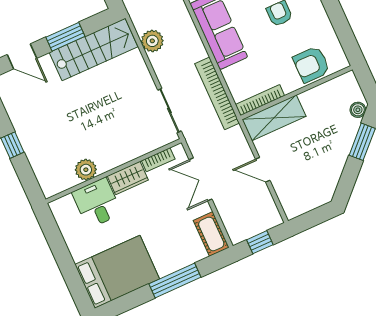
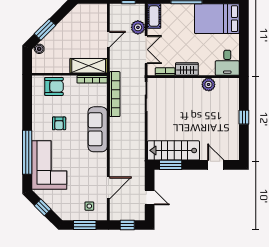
window: (65, 37) -> (171, 165), moved
plant: (152, 41) -> (138, 27), moved
door: (263, 170) -> (108, 39), hinge flipped
desk: (97, 203) -> (227, 63), moved

